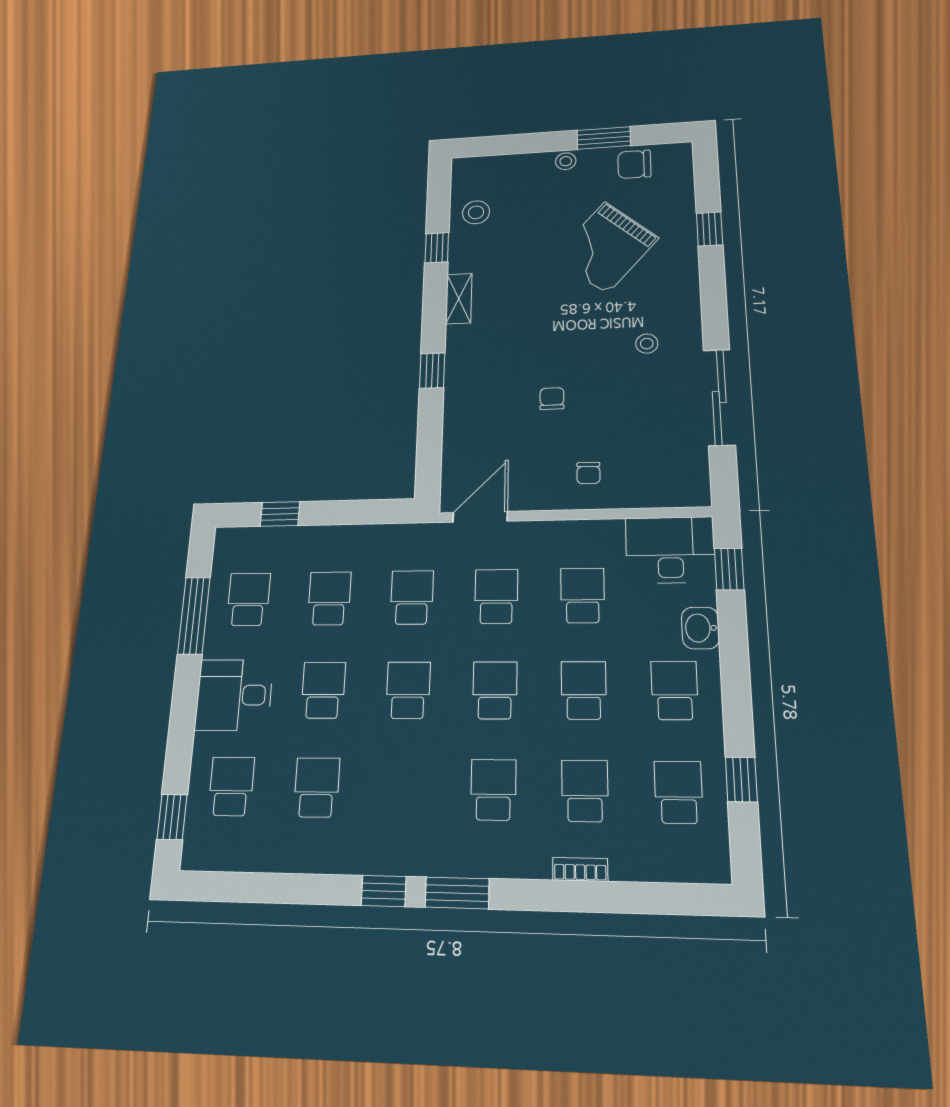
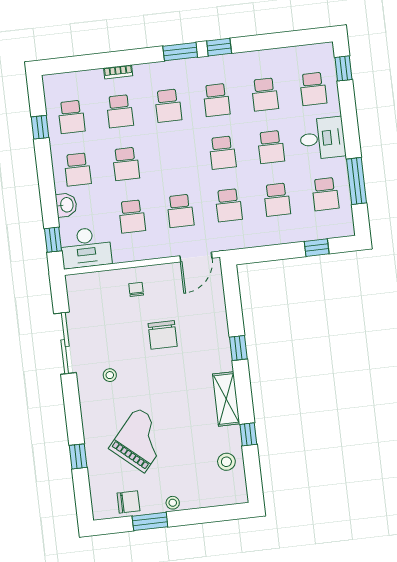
shelving: (459, 299) -> (226, 399), width x1.50, depth x1.33
chair: (552, 398) -> (163, 335), width x1.87, depth x1.87
school desk: (495, 690) -> (216, 100), moved

